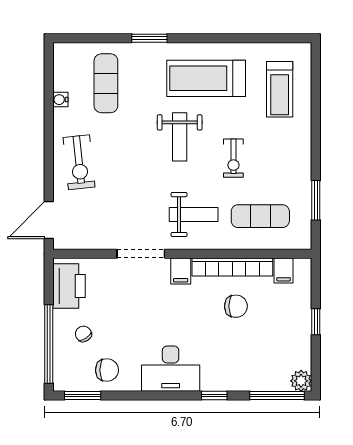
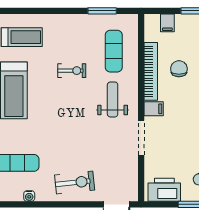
weight bench: (180, 137) -> (56, 110), removed
filing cabinet: (284, 270) -> (167, 23), moved, turned 90

